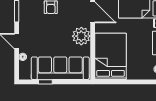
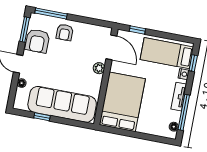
armchair: (29, 19) -> (37, 41), added
plant: (81, 36) -> (99, 68), width x0.53, depth x0.53

